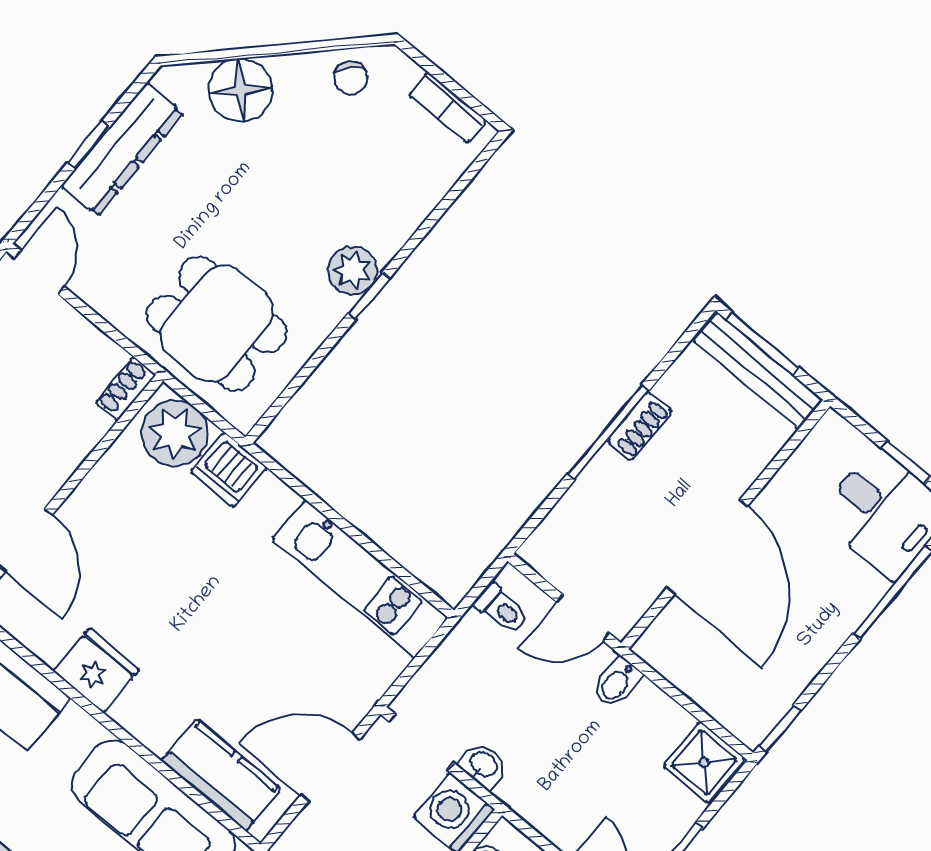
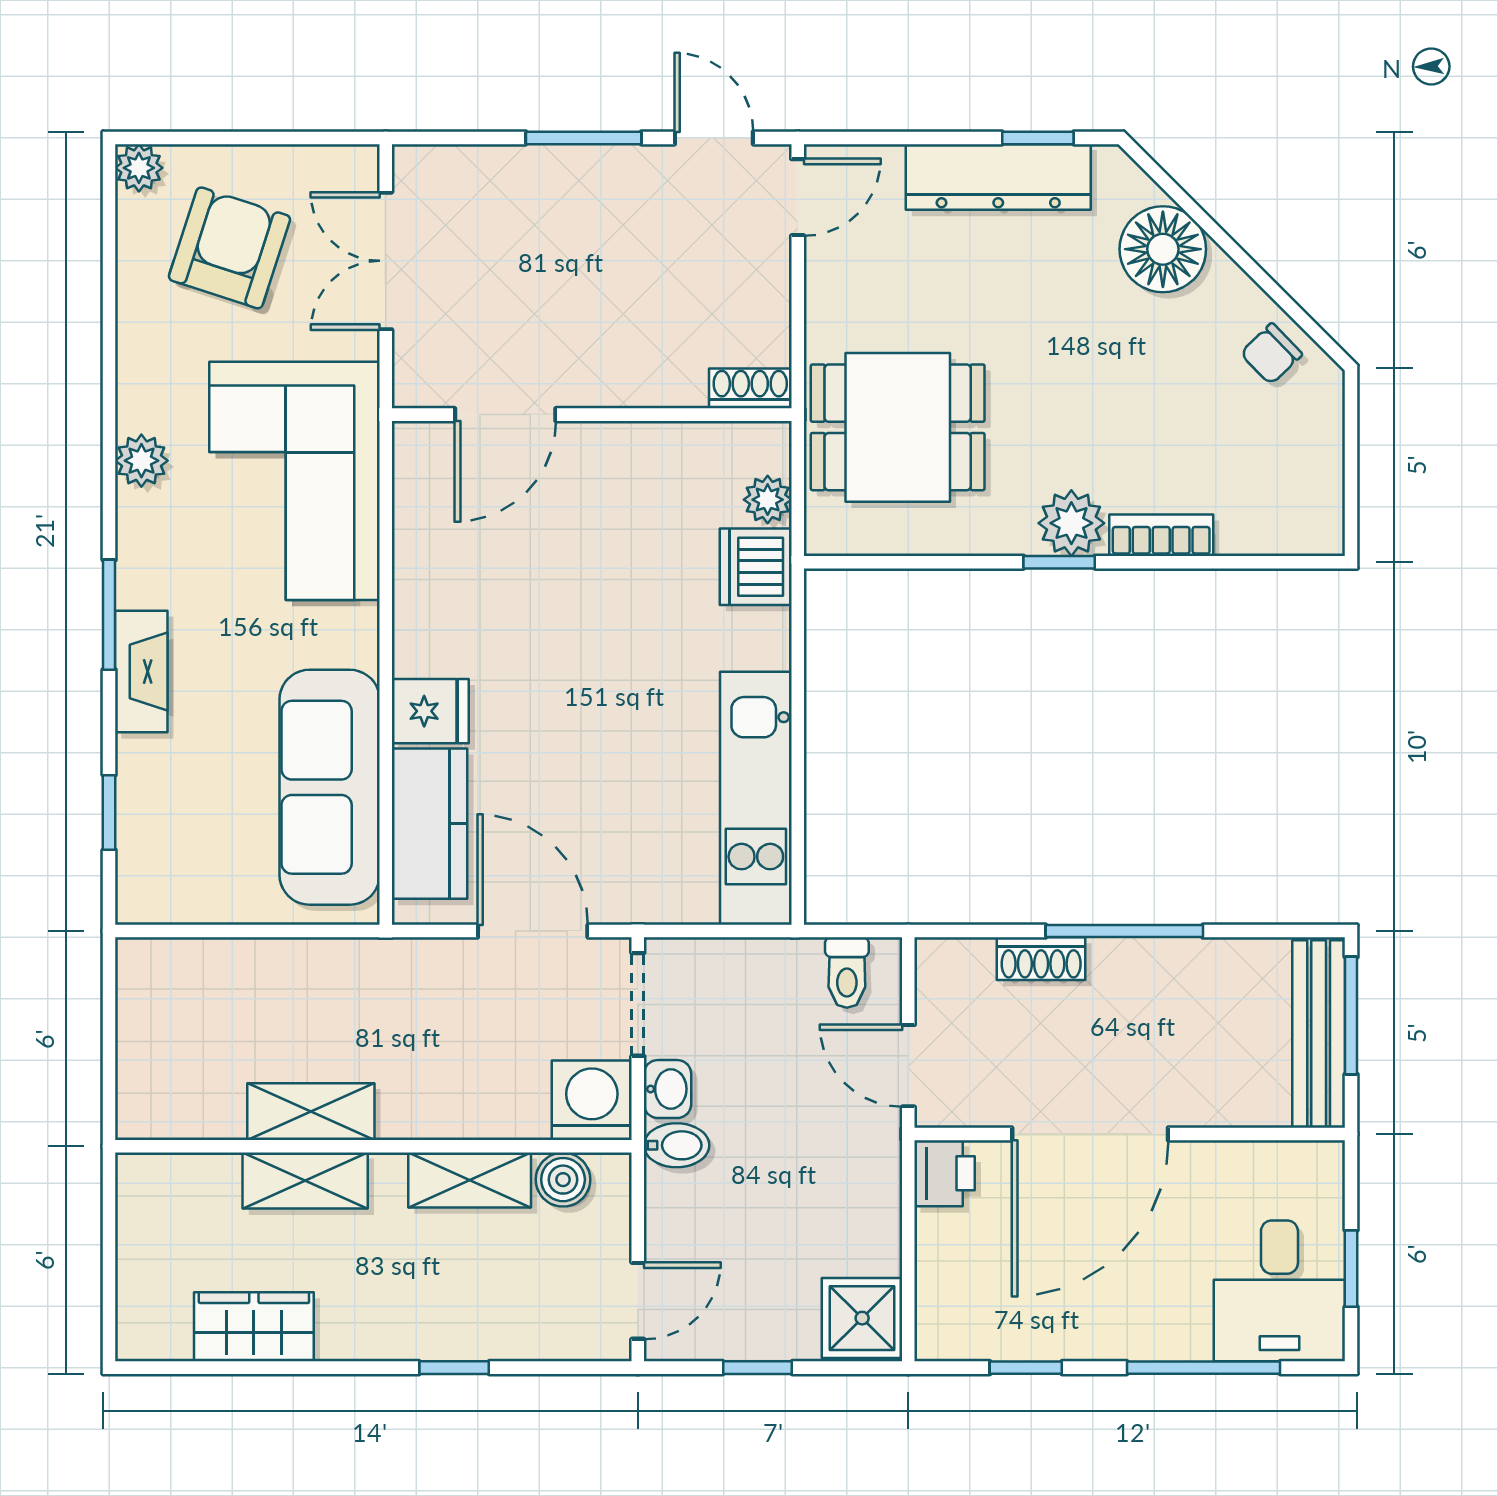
bookcase: (448, 108) -> (1161, 535), moved, turned 90
window: (89, 145) -> (1038, 138), moved
dining table: (217, 324) -> (898, 427), turned 90
shoe rack: (640, 426) -> (1041, 959), moved
plant: (175, 433) -> (768, 500), width x0.53, depth x0.53
printer: (661, 648) -> (945, 1173), added
fridge: (96, 670) -> (430, 711), moved, width x0.72
bidet: (617, 683) -> (677, 1145), moved, turned 180
window: (780, 728) -> (1026, 1368), moved

